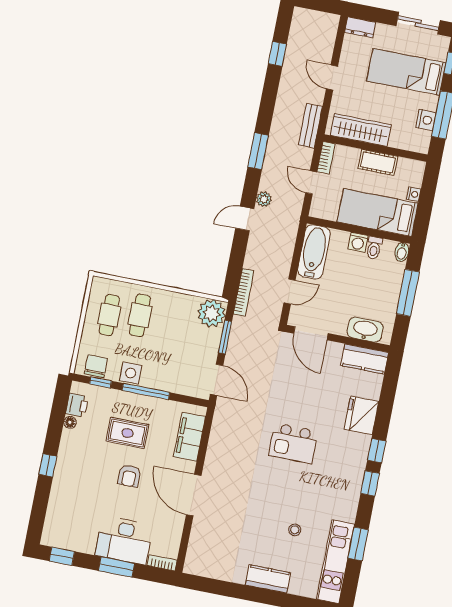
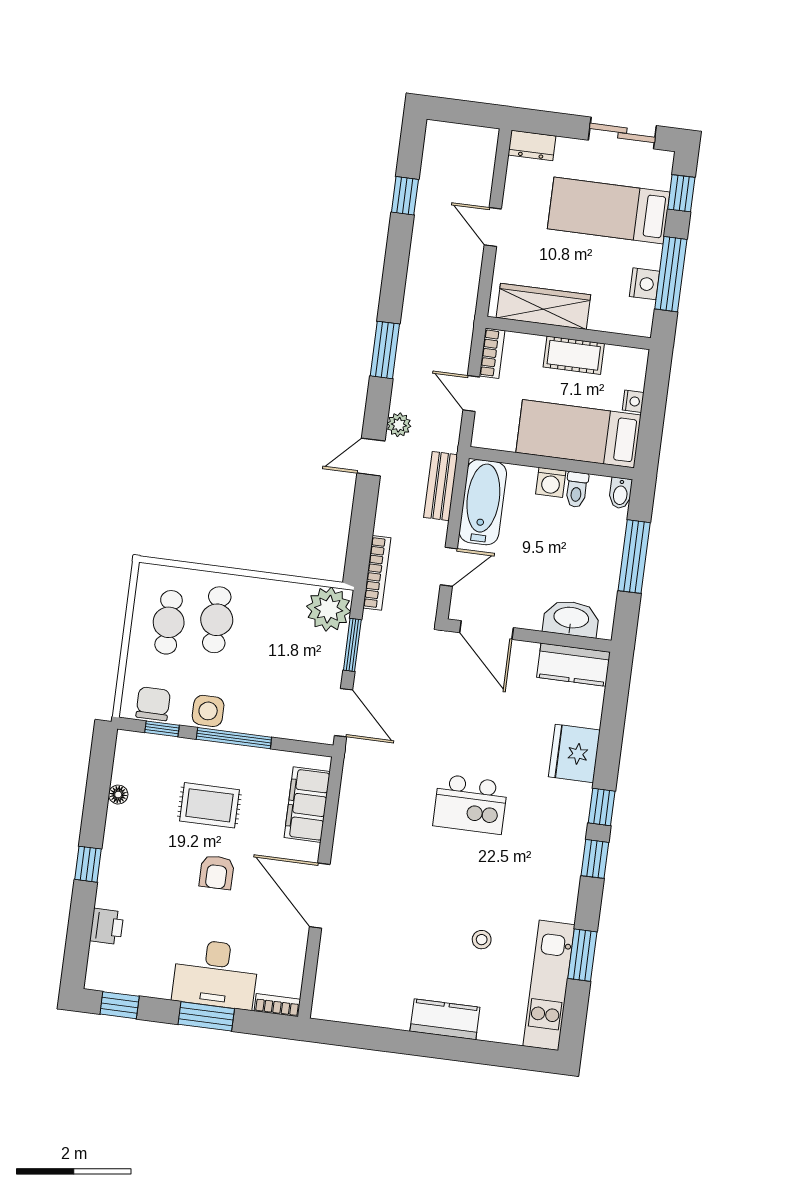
bench: (310, 126) -> (441, 486), moved
printer: (77, 405) -> (107, 926), moved

